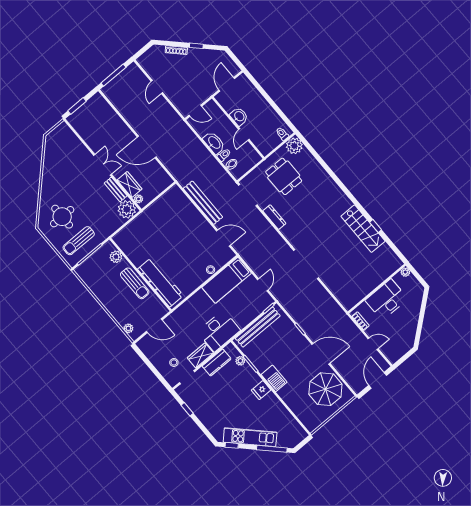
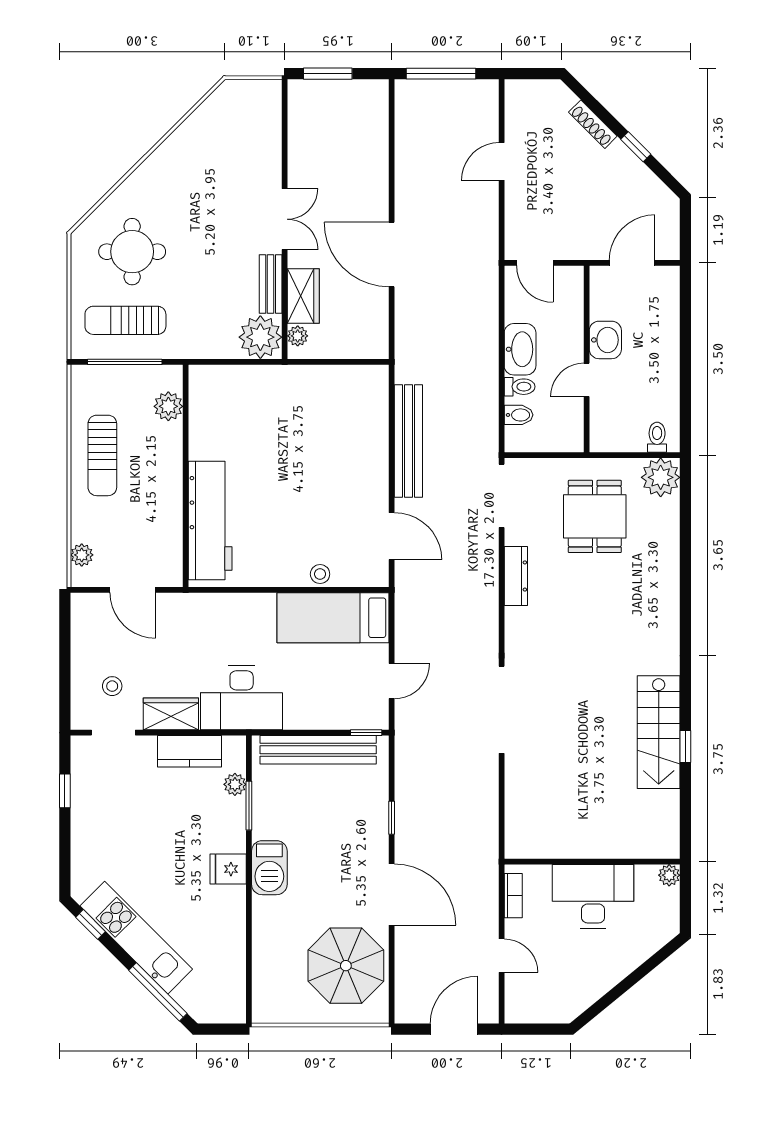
sun lounger: (135, 283) -> (102, 455), moved

